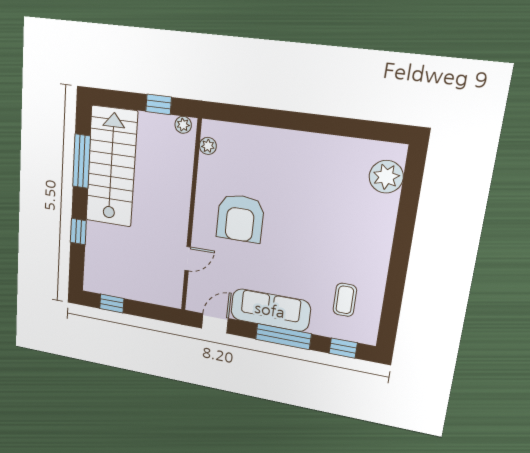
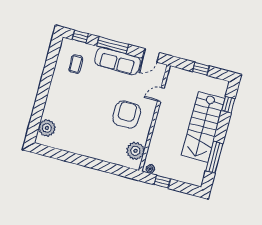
plant: (208, 146) -> (135, 151), width x1.88, depth x1.88
stairs: (111, 167) -> (203, 127), moved
window: (78, 232) -> (228, 105), moved
window: (112, 303) -> (201, 69), moved

